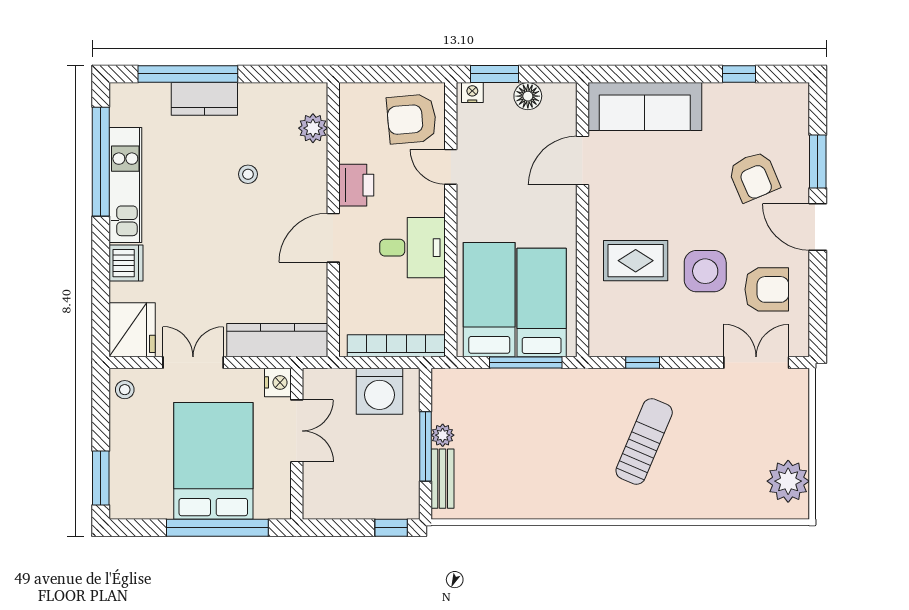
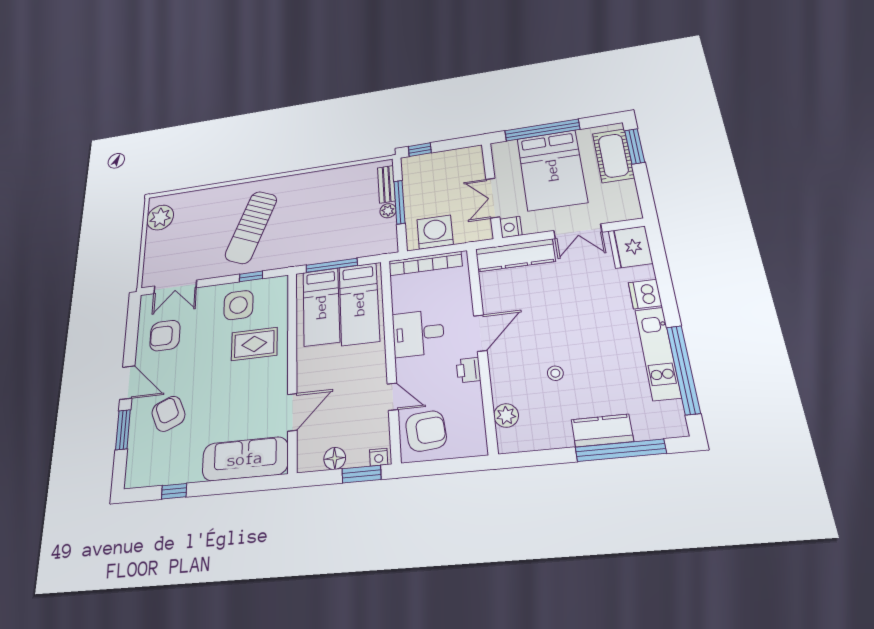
printer: (356, 185) -> (468, 370), width x0.73, depth x0.81
side table: (705, 271) -> (238, 305), moved
stool: (125, 390) -> (628, 206), removed
sun lounger: (644, 441) -> (251, 227), width x1.36, depth x1.34
cot: (130, 469) -> (613, 156), added

